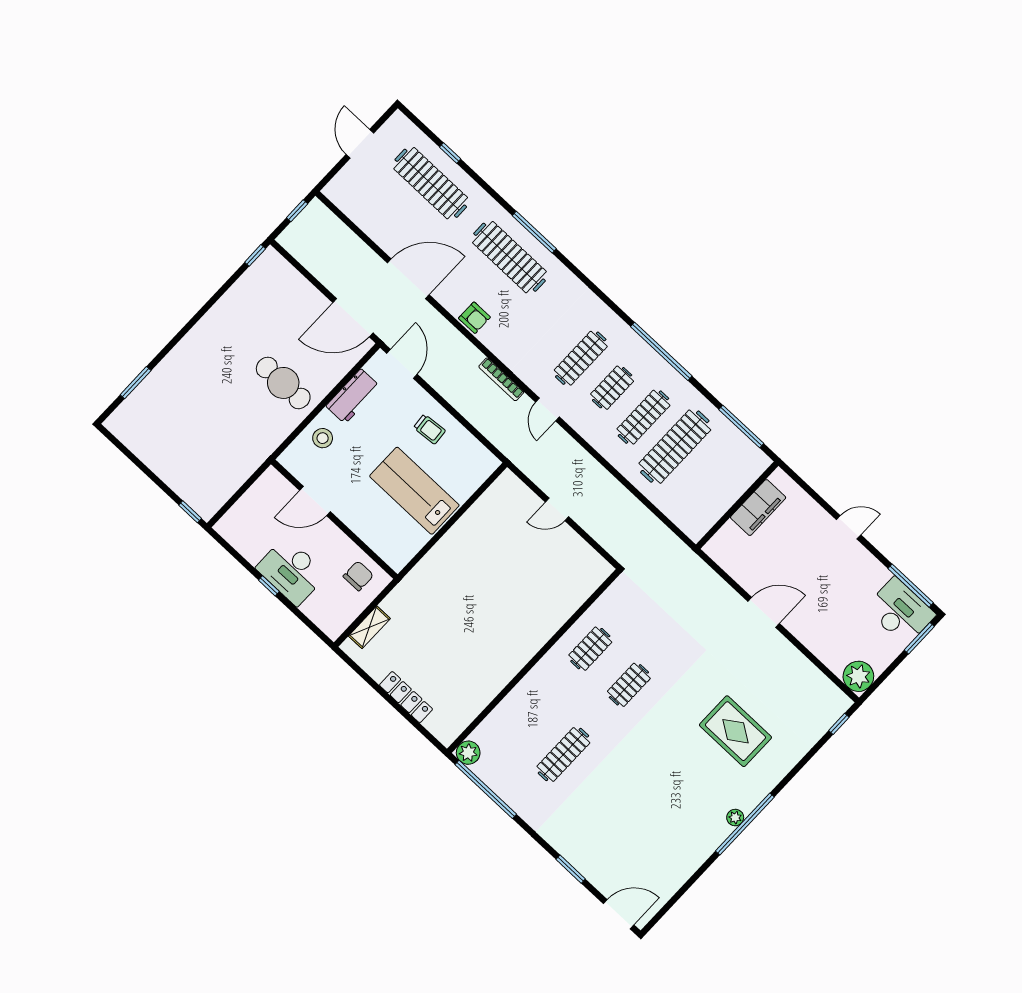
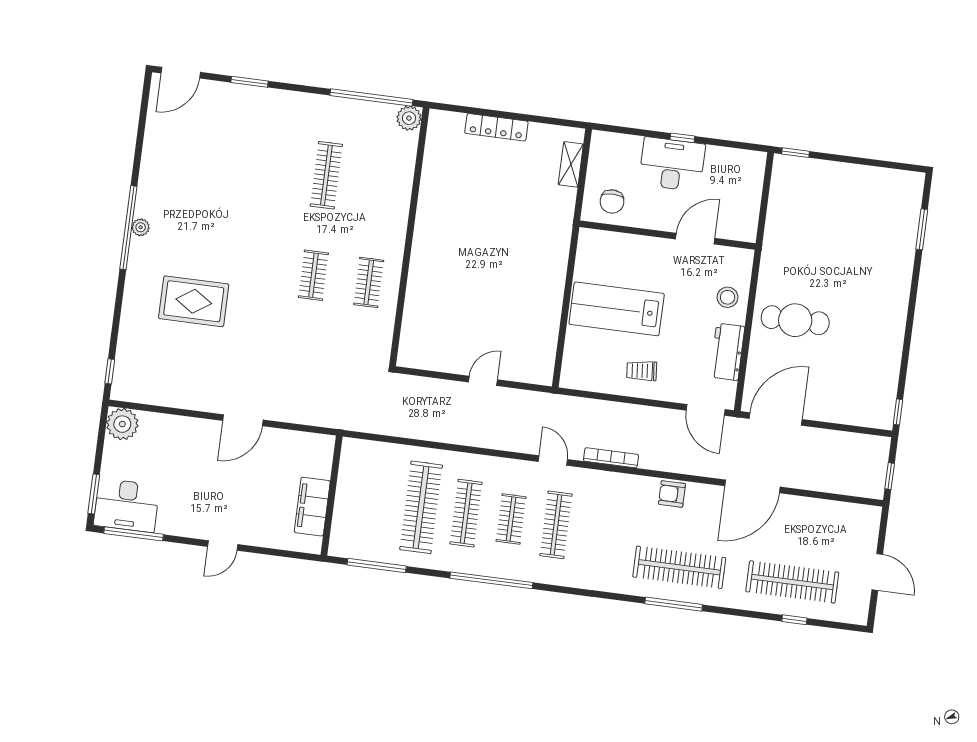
lab bench: (414, 491) -> (617, 309), turned 180

